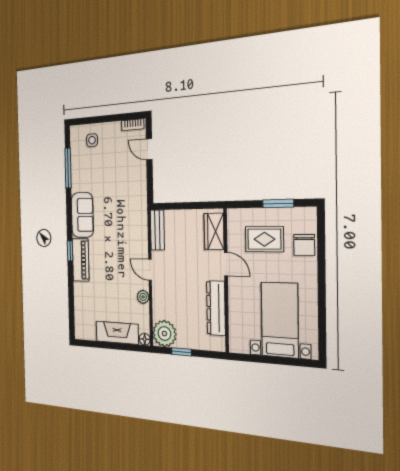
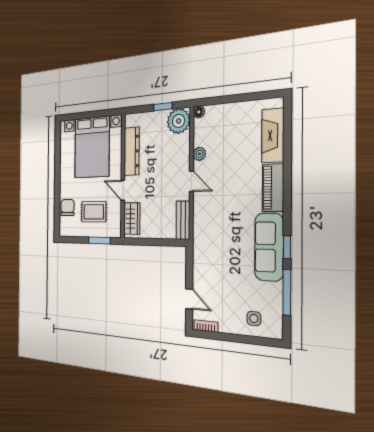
window: (278, 203) -> (99, 240), moved
sofa: (82, 215) -> (269, 247), width x1.36
window: (70, 251) -> (287, 247), moved
bed with nightstands: (280, 320) -> (92, 147), width x1.36
fireplace: (117, 333) -> (273, 136), moved, turned 90

